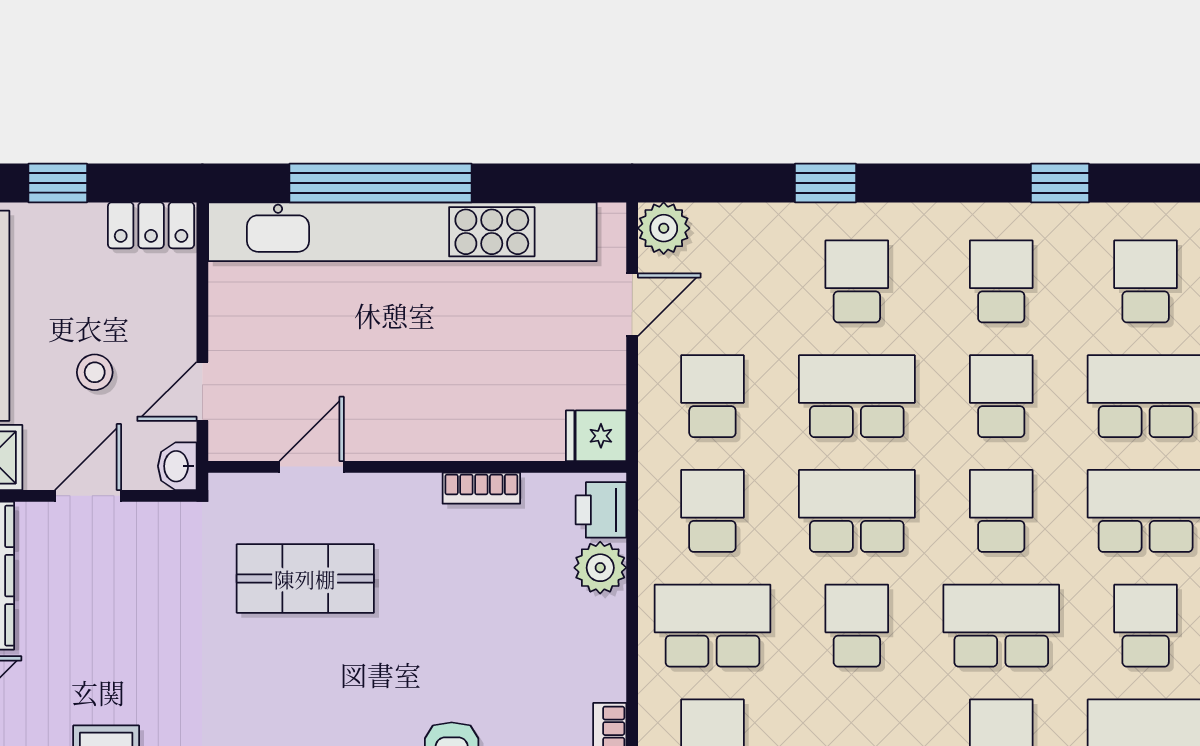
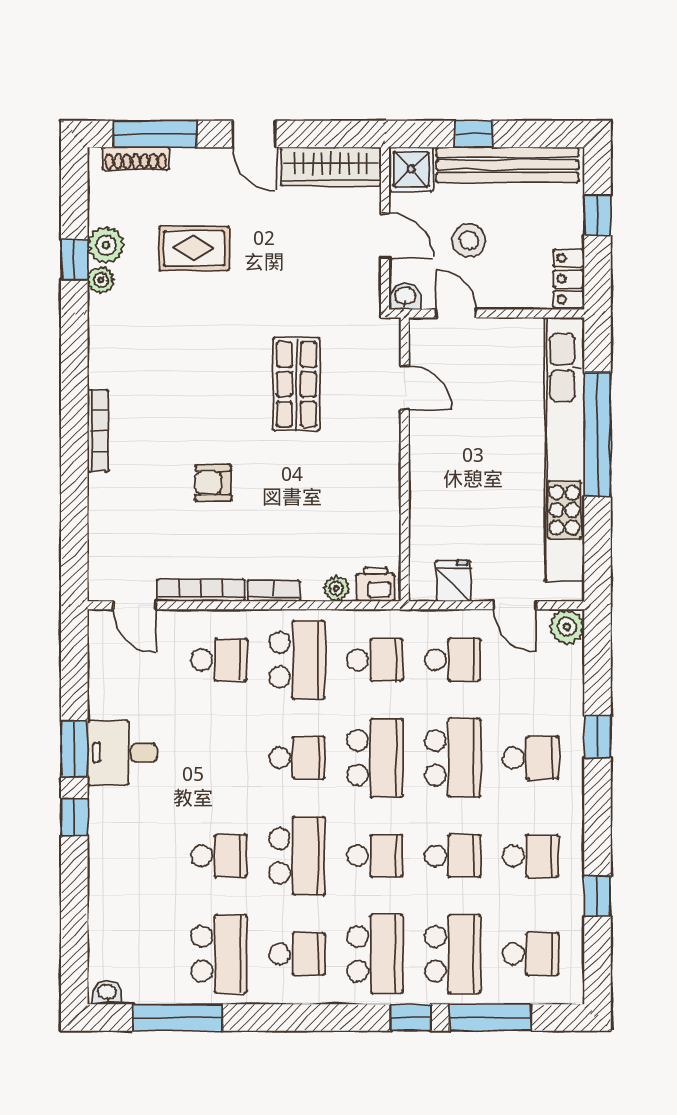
stool: (95, 372) -> (469, 241), width x1.37, depth x1.37
fridge: (596, 436) -> (453, 581), moved
bookcase: (481, 488) -> (274, 591), moved, turned 90
plant: (600, 568) -> (336, 588), width x0.73, depth x0.73
shop shelf: (305, 579) -> (296, 384), moved

